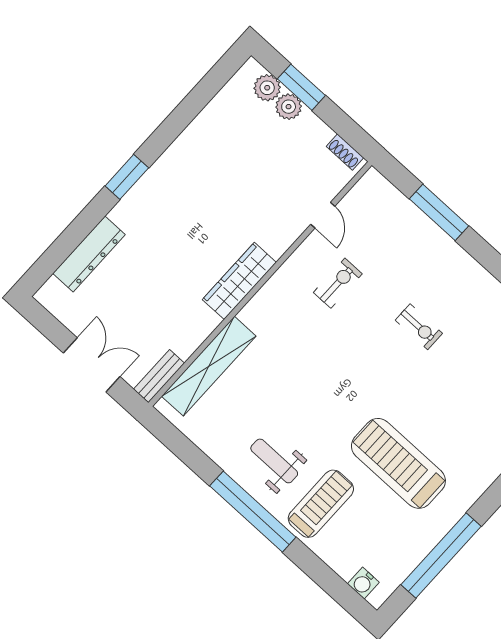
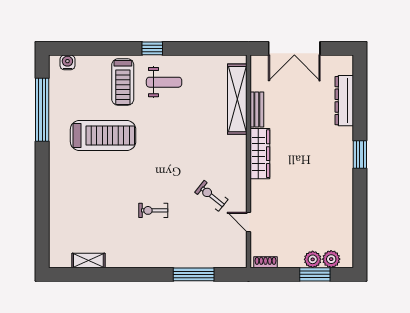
exercise bike: (338, 283) -> (211, 196), turned 129
double door: (92, 365) -> (294, 48), width x1.37
bench: (159, 376) -> (257, 110), moved
window: (253, 512) -> (152, 48), width x0.32

